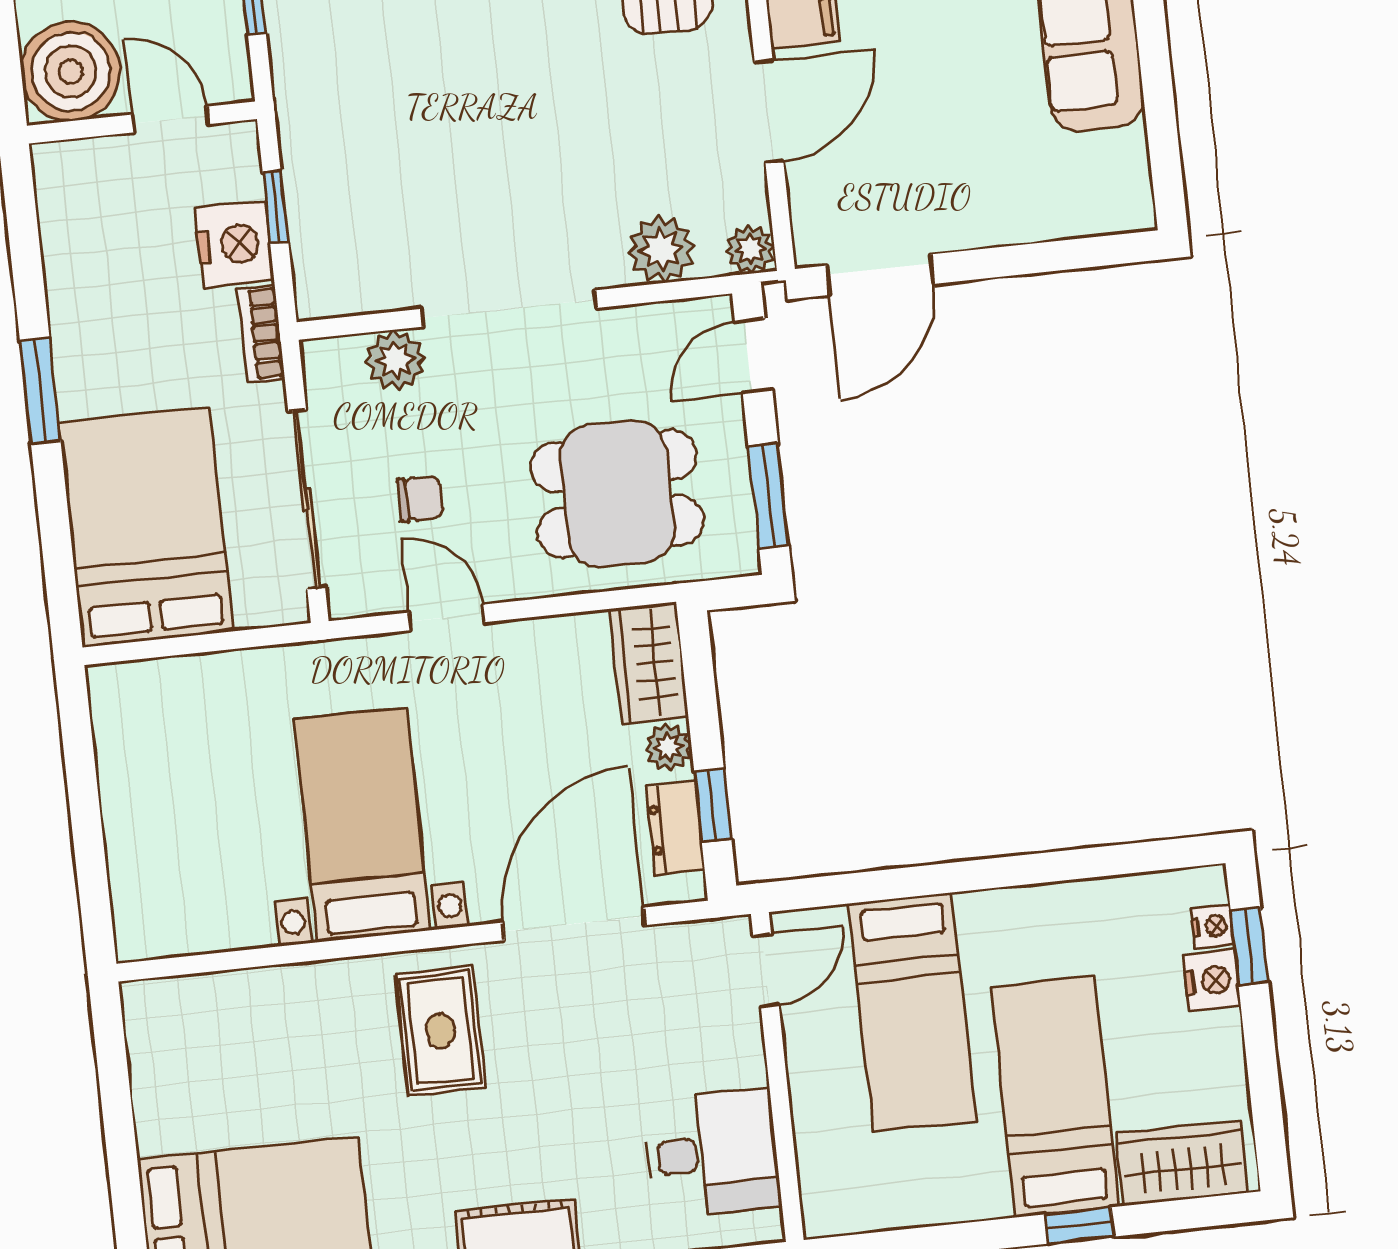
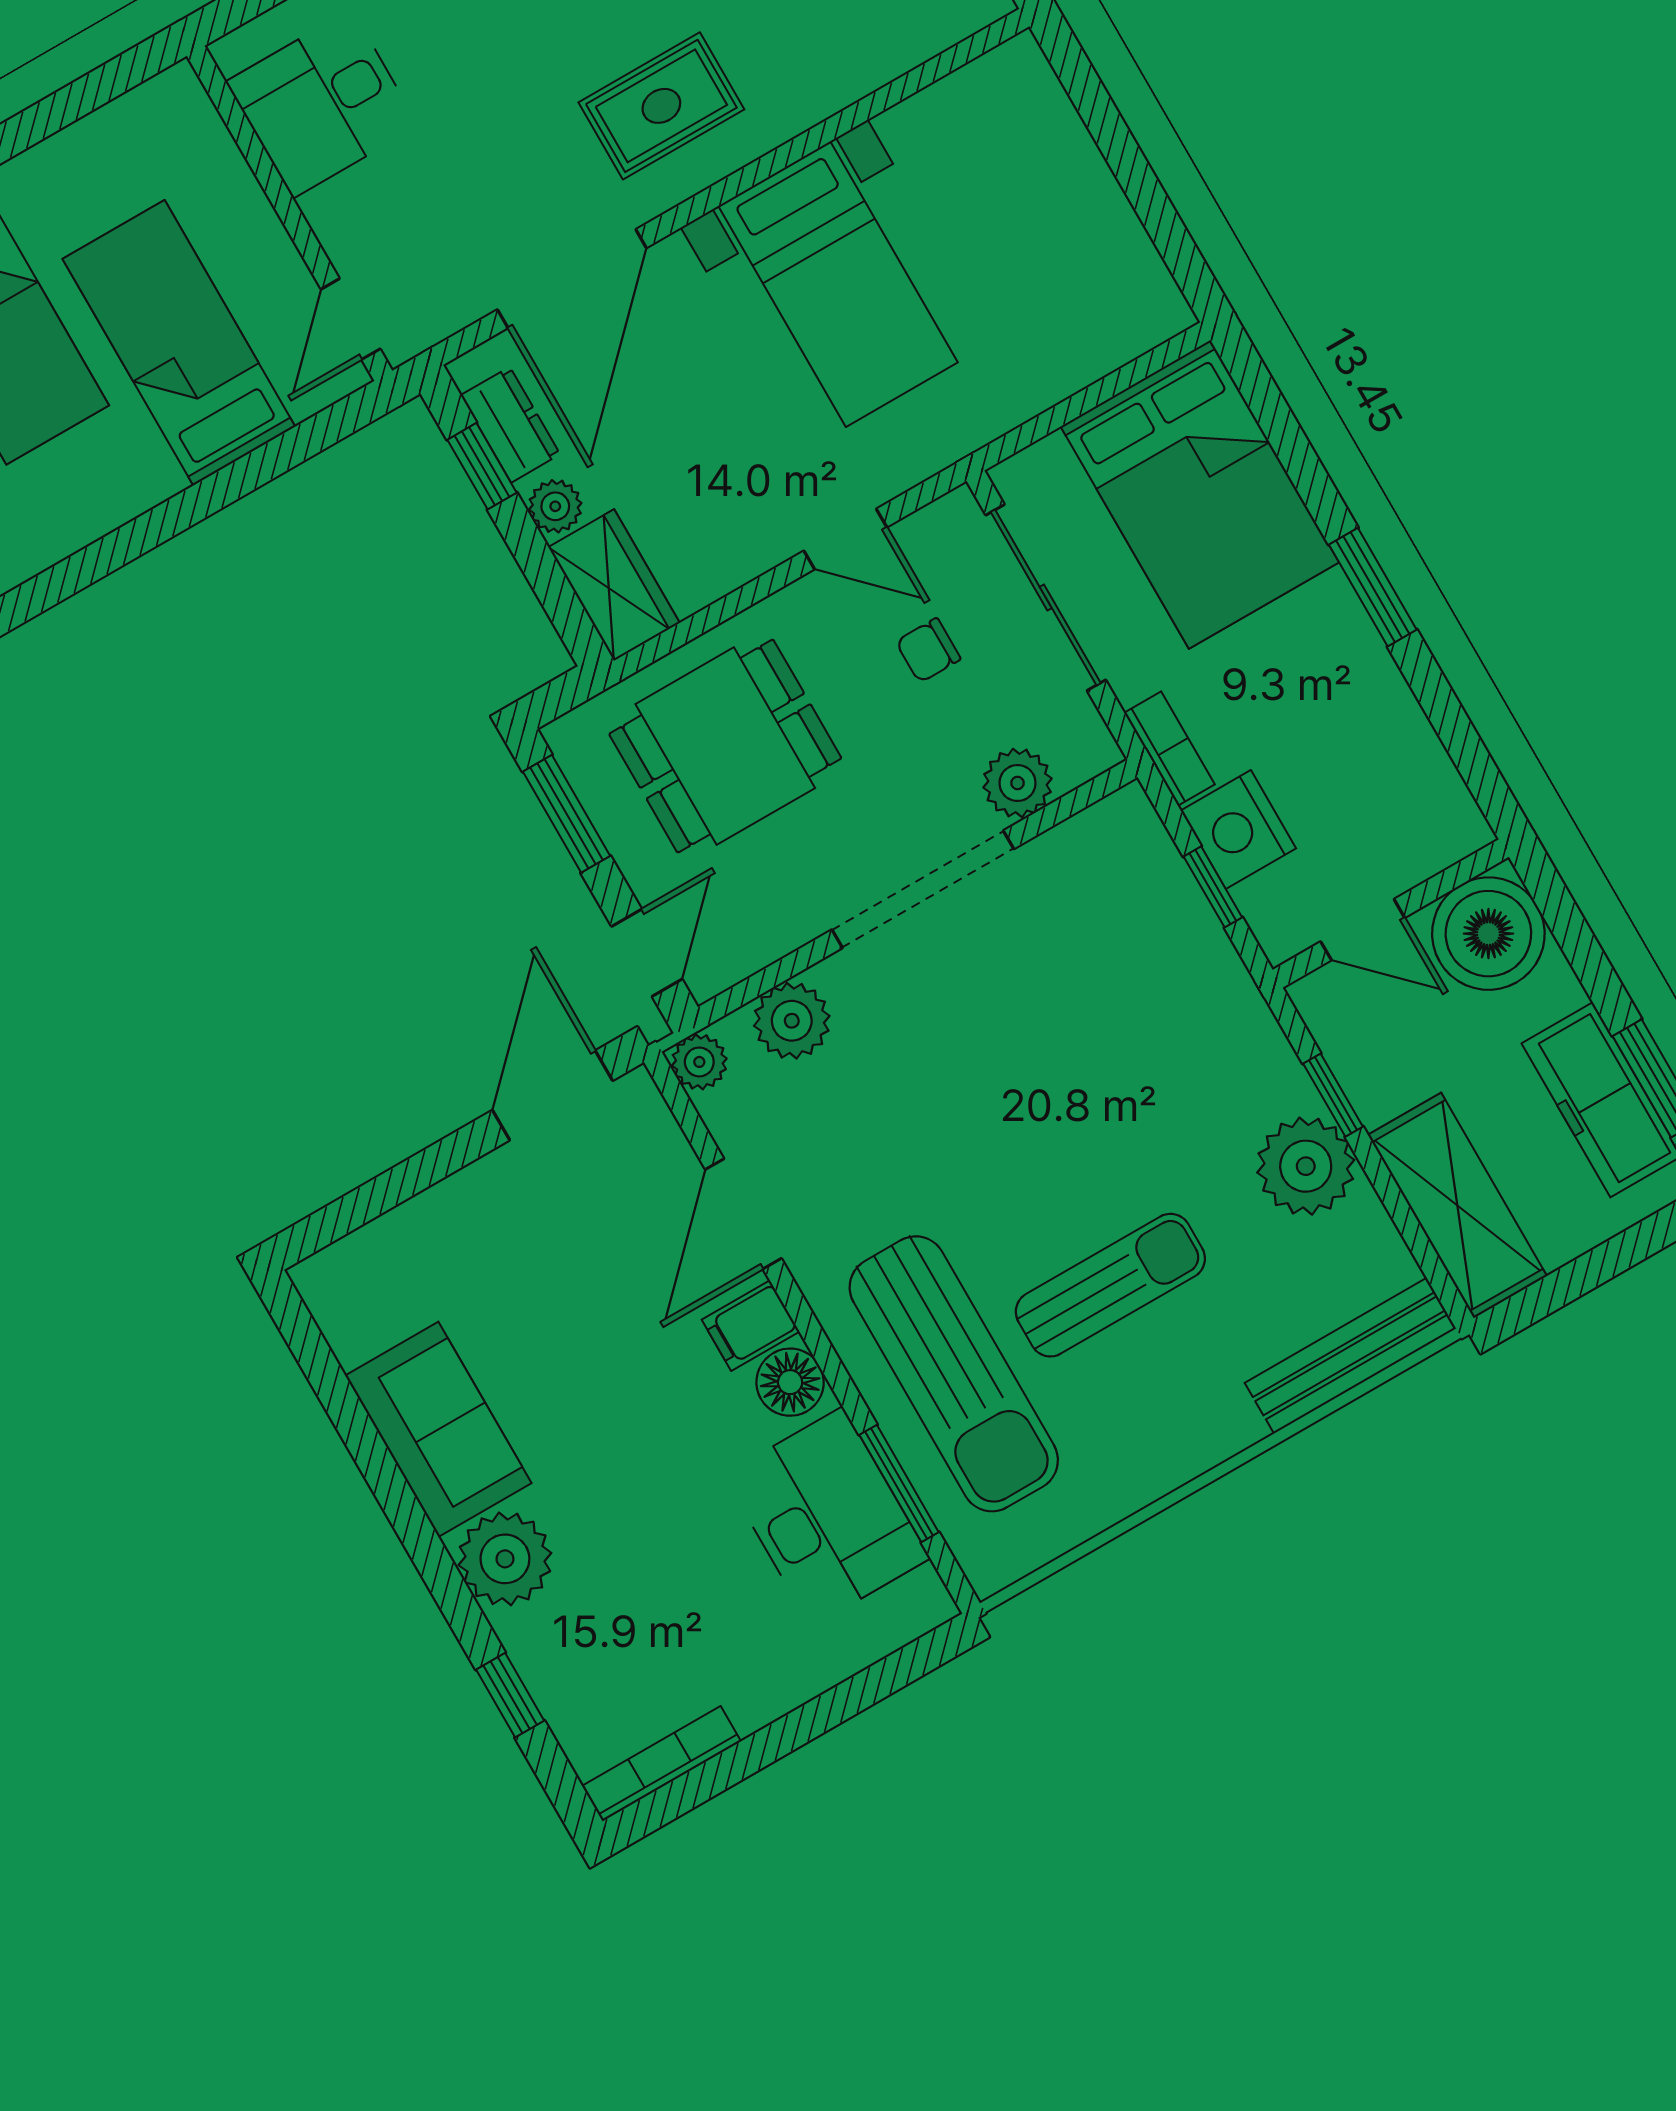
rug: (440, 1031) -> (661, 106), turned 90

